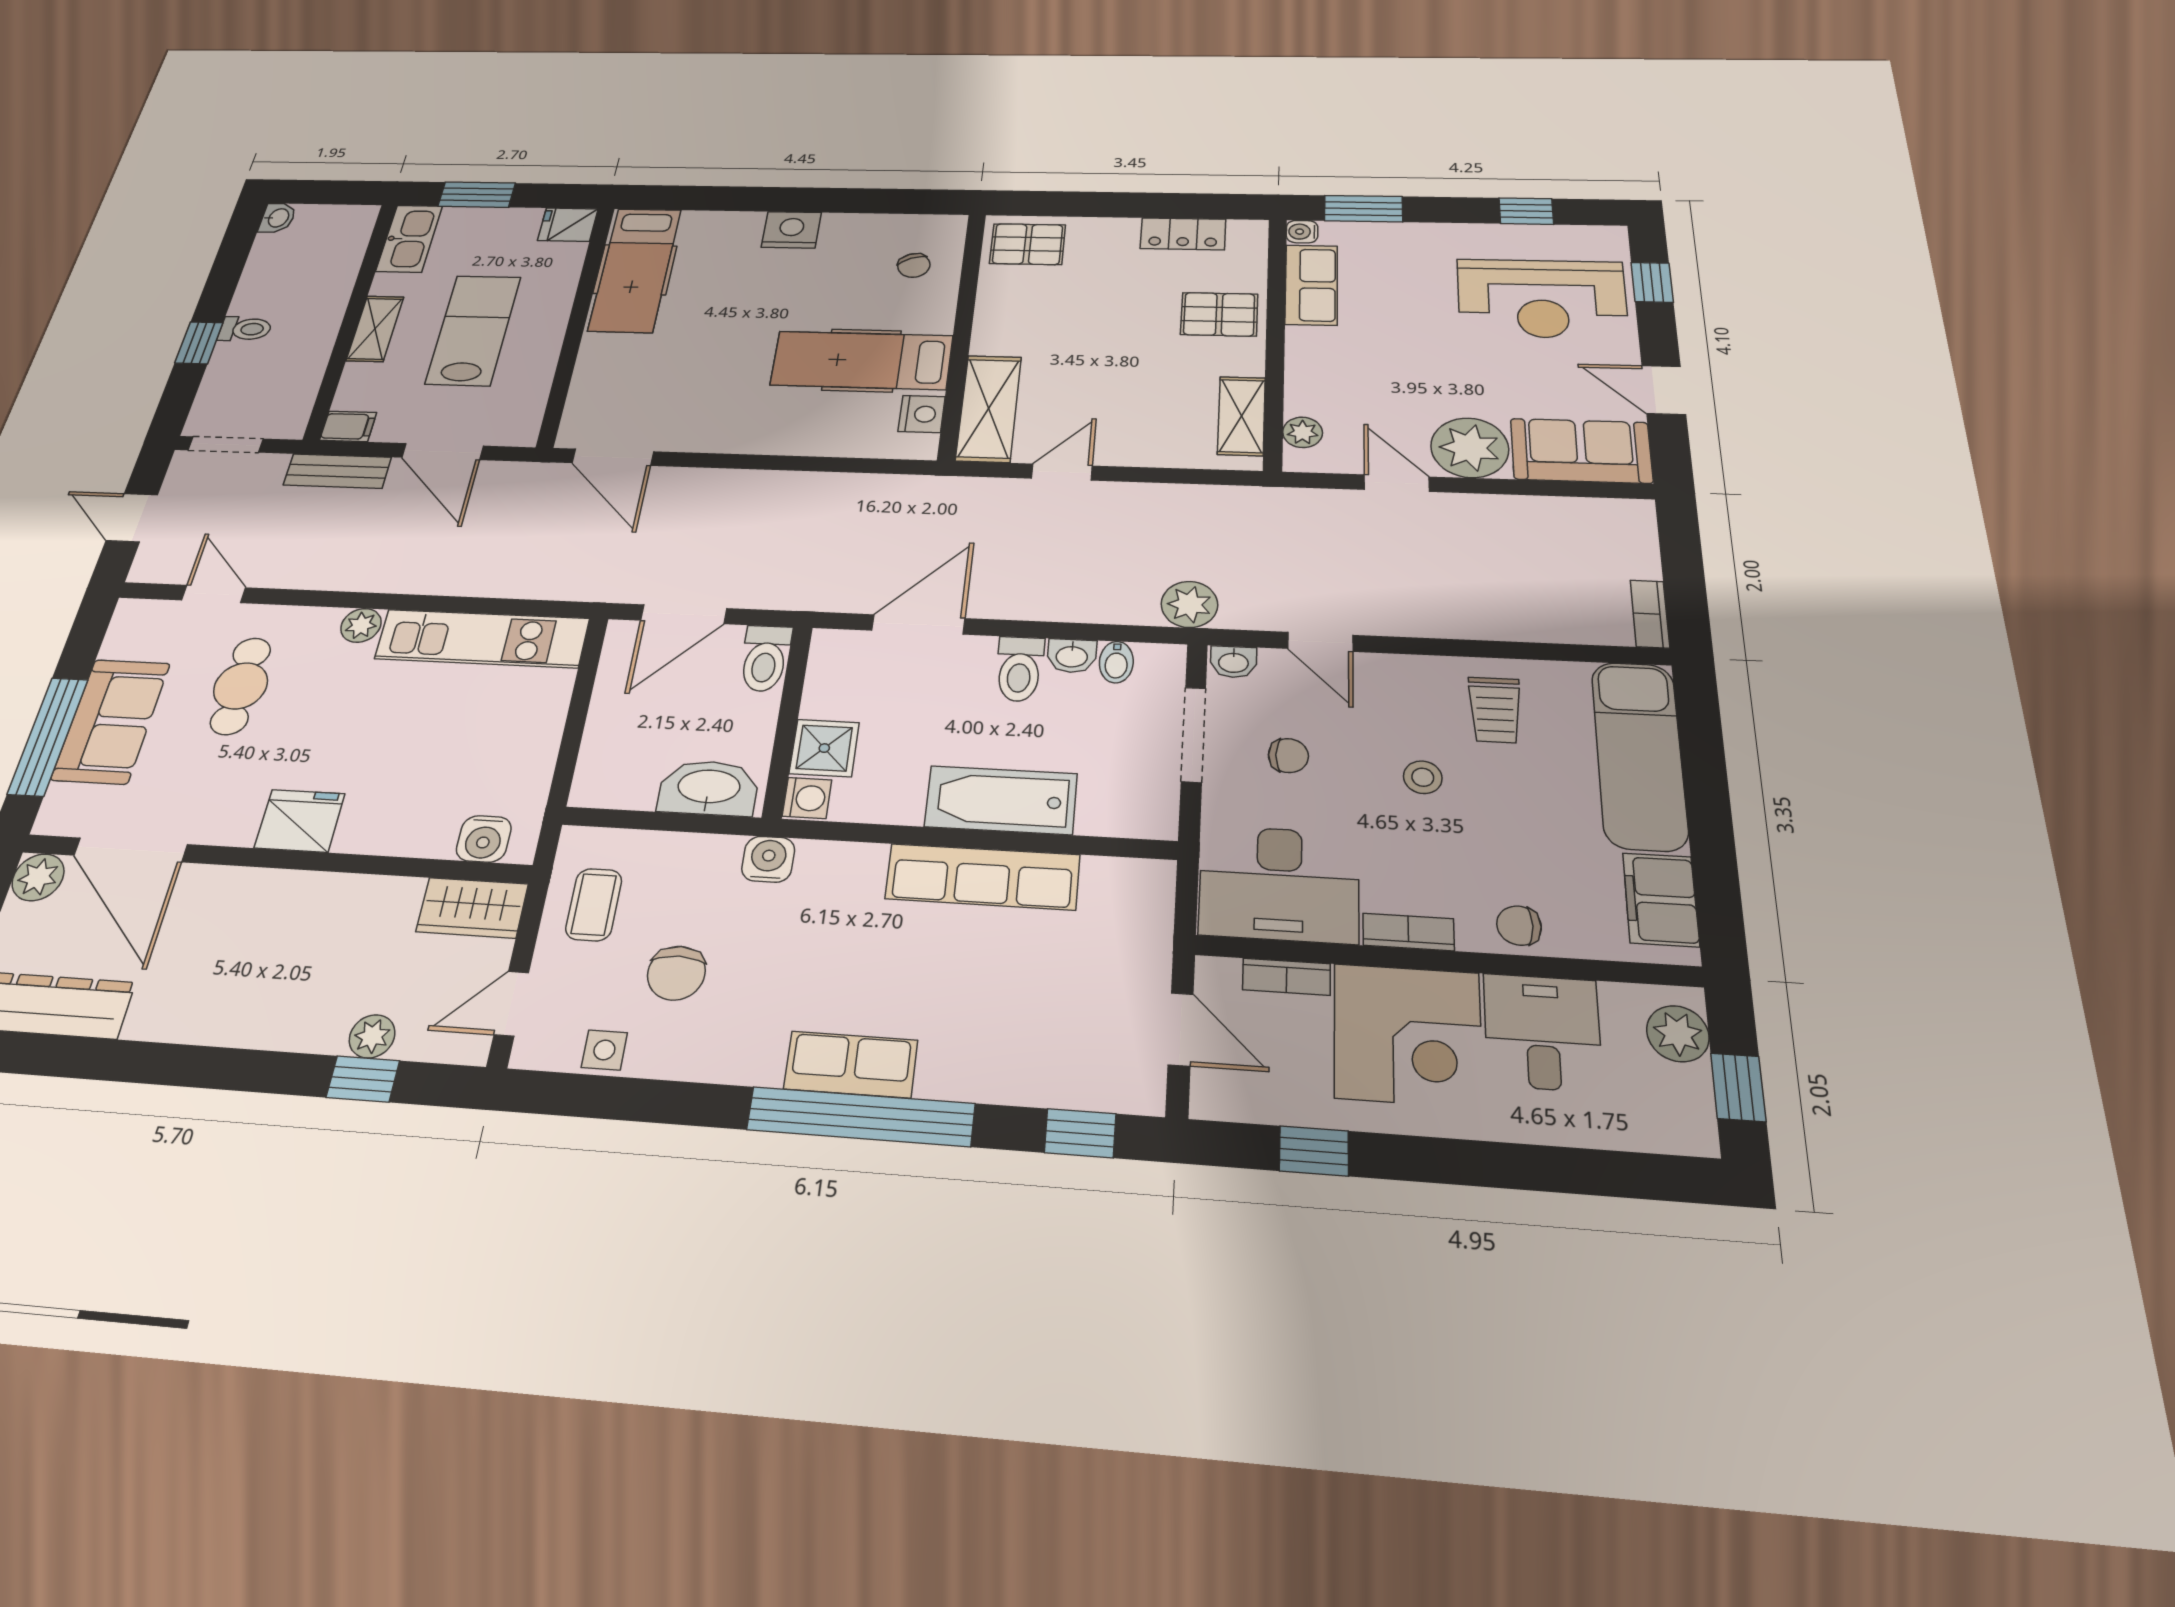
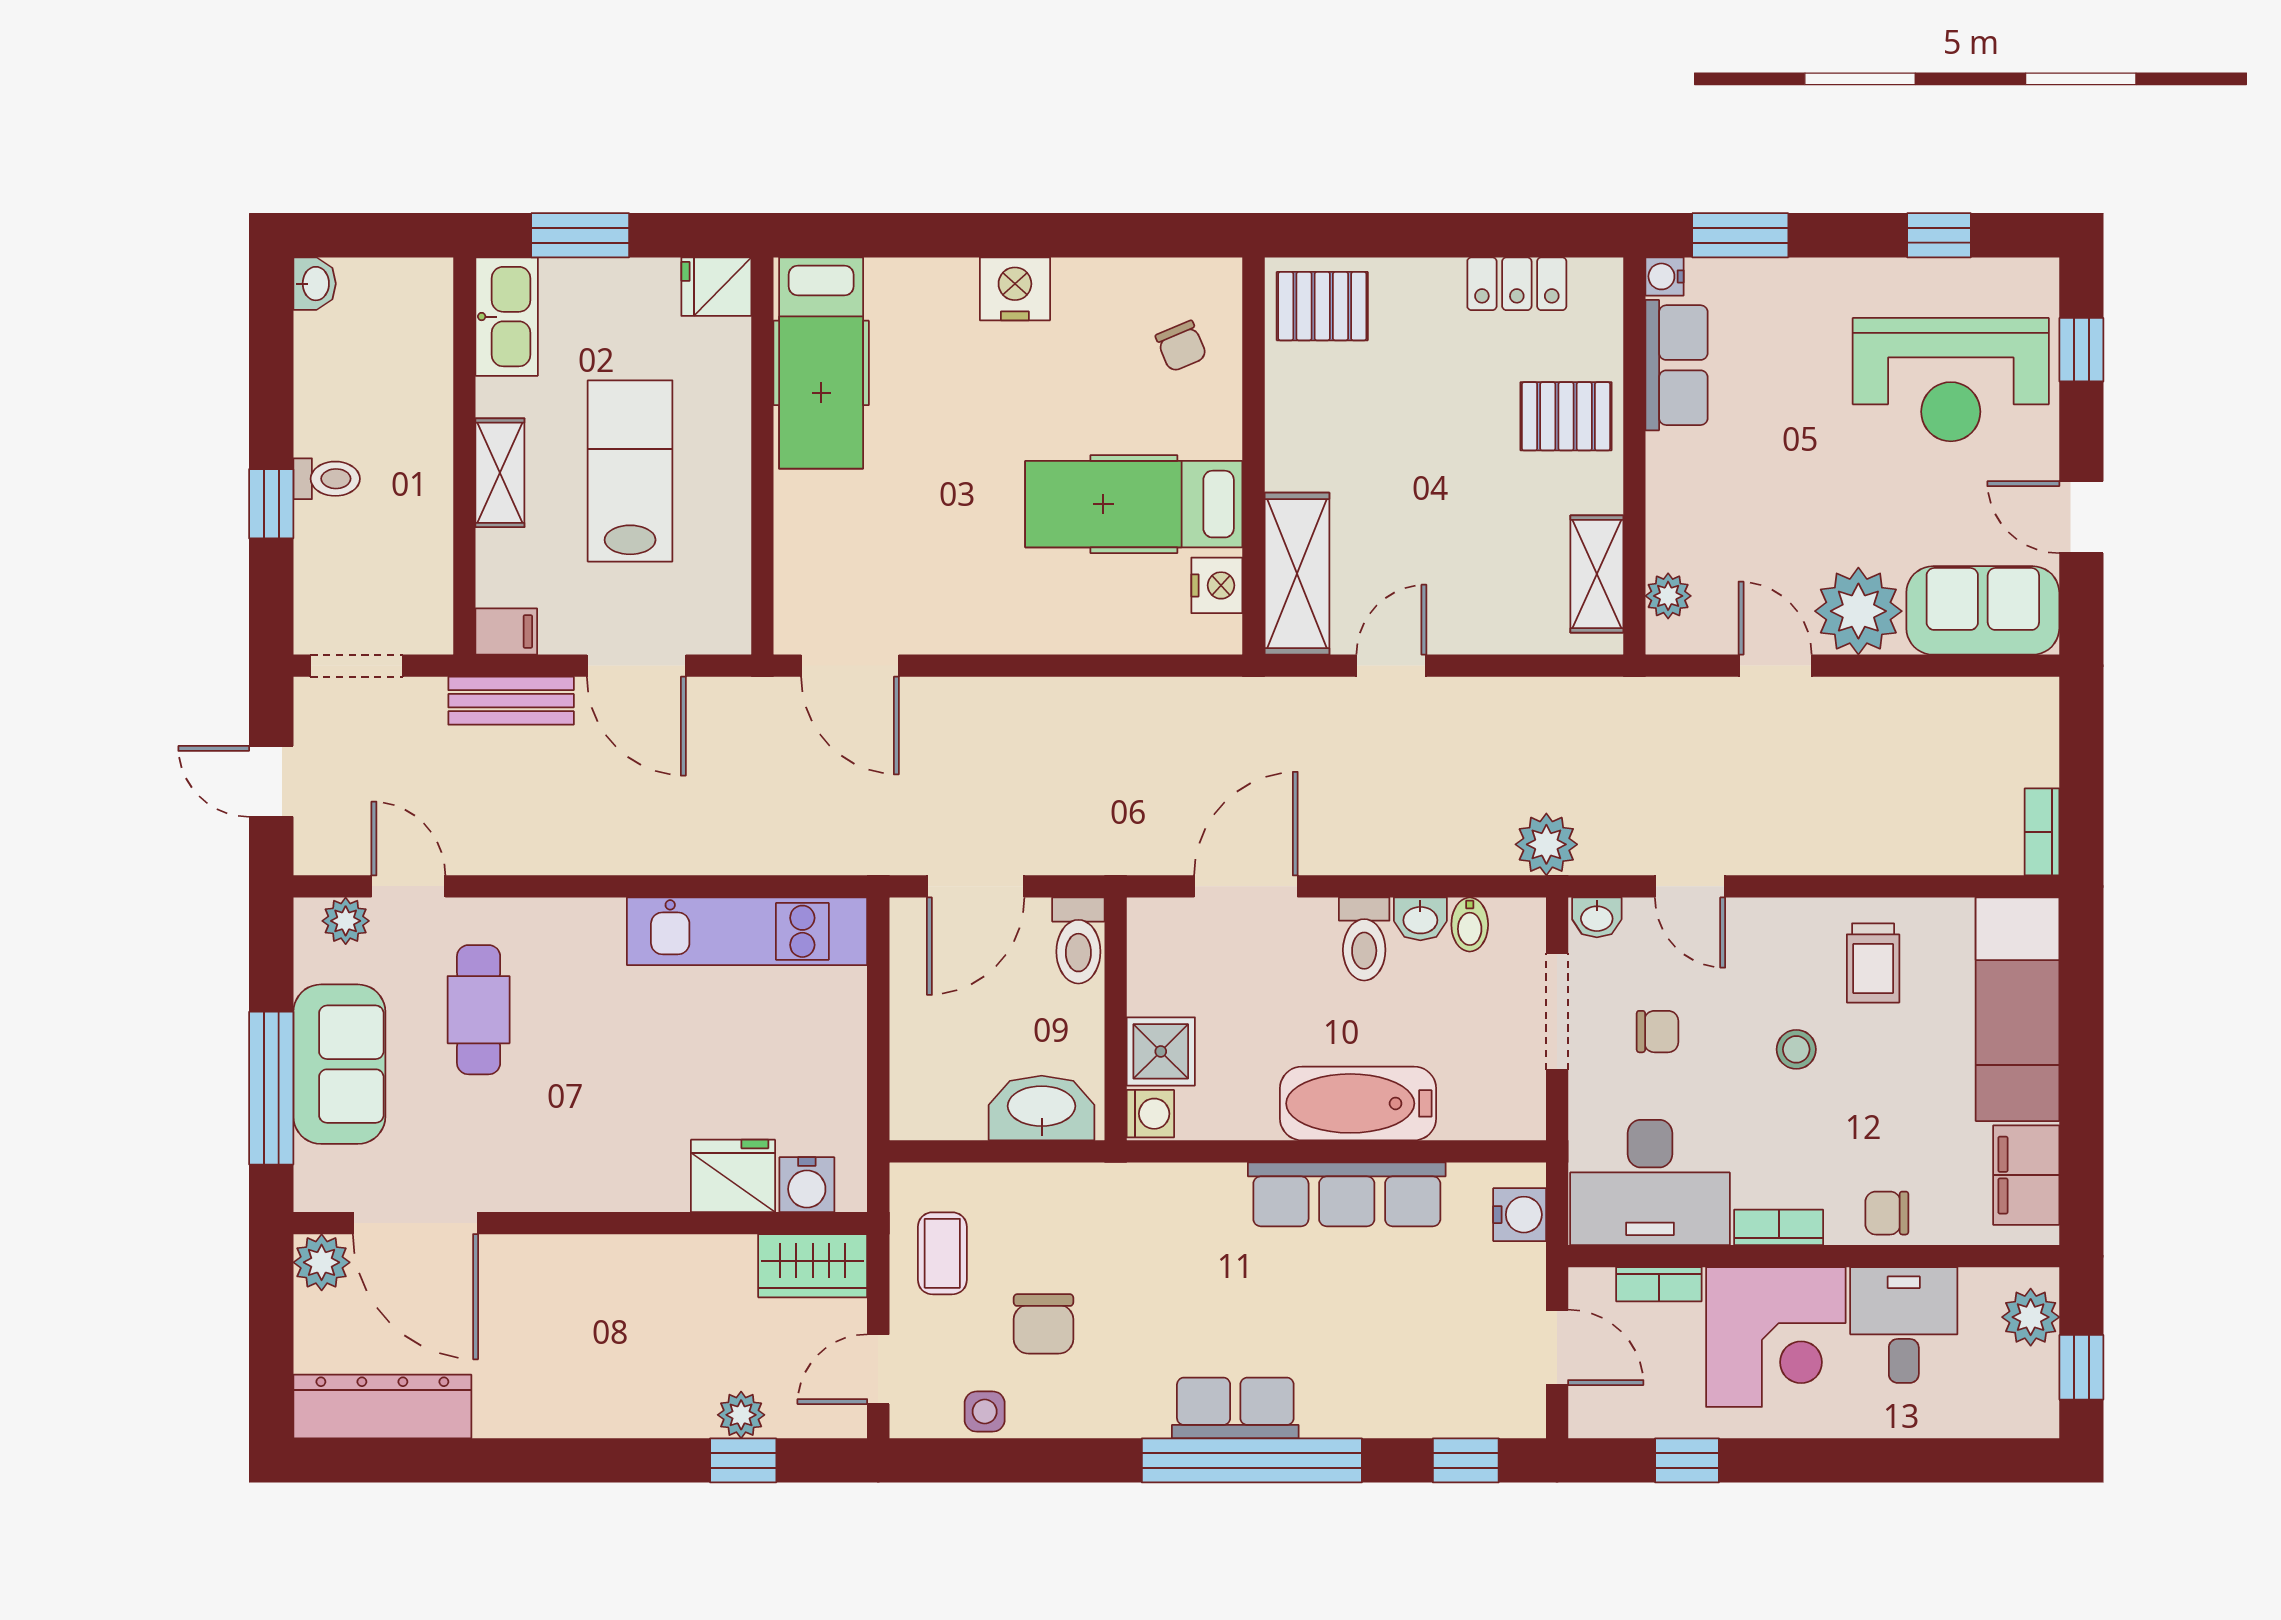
plant: (361, 625) -> (346, 921), moved
fridge: (300, 821) -> (733, 1176), moved
water cooler: (768, 859) -> (1520, 1215), moved, turned 90

